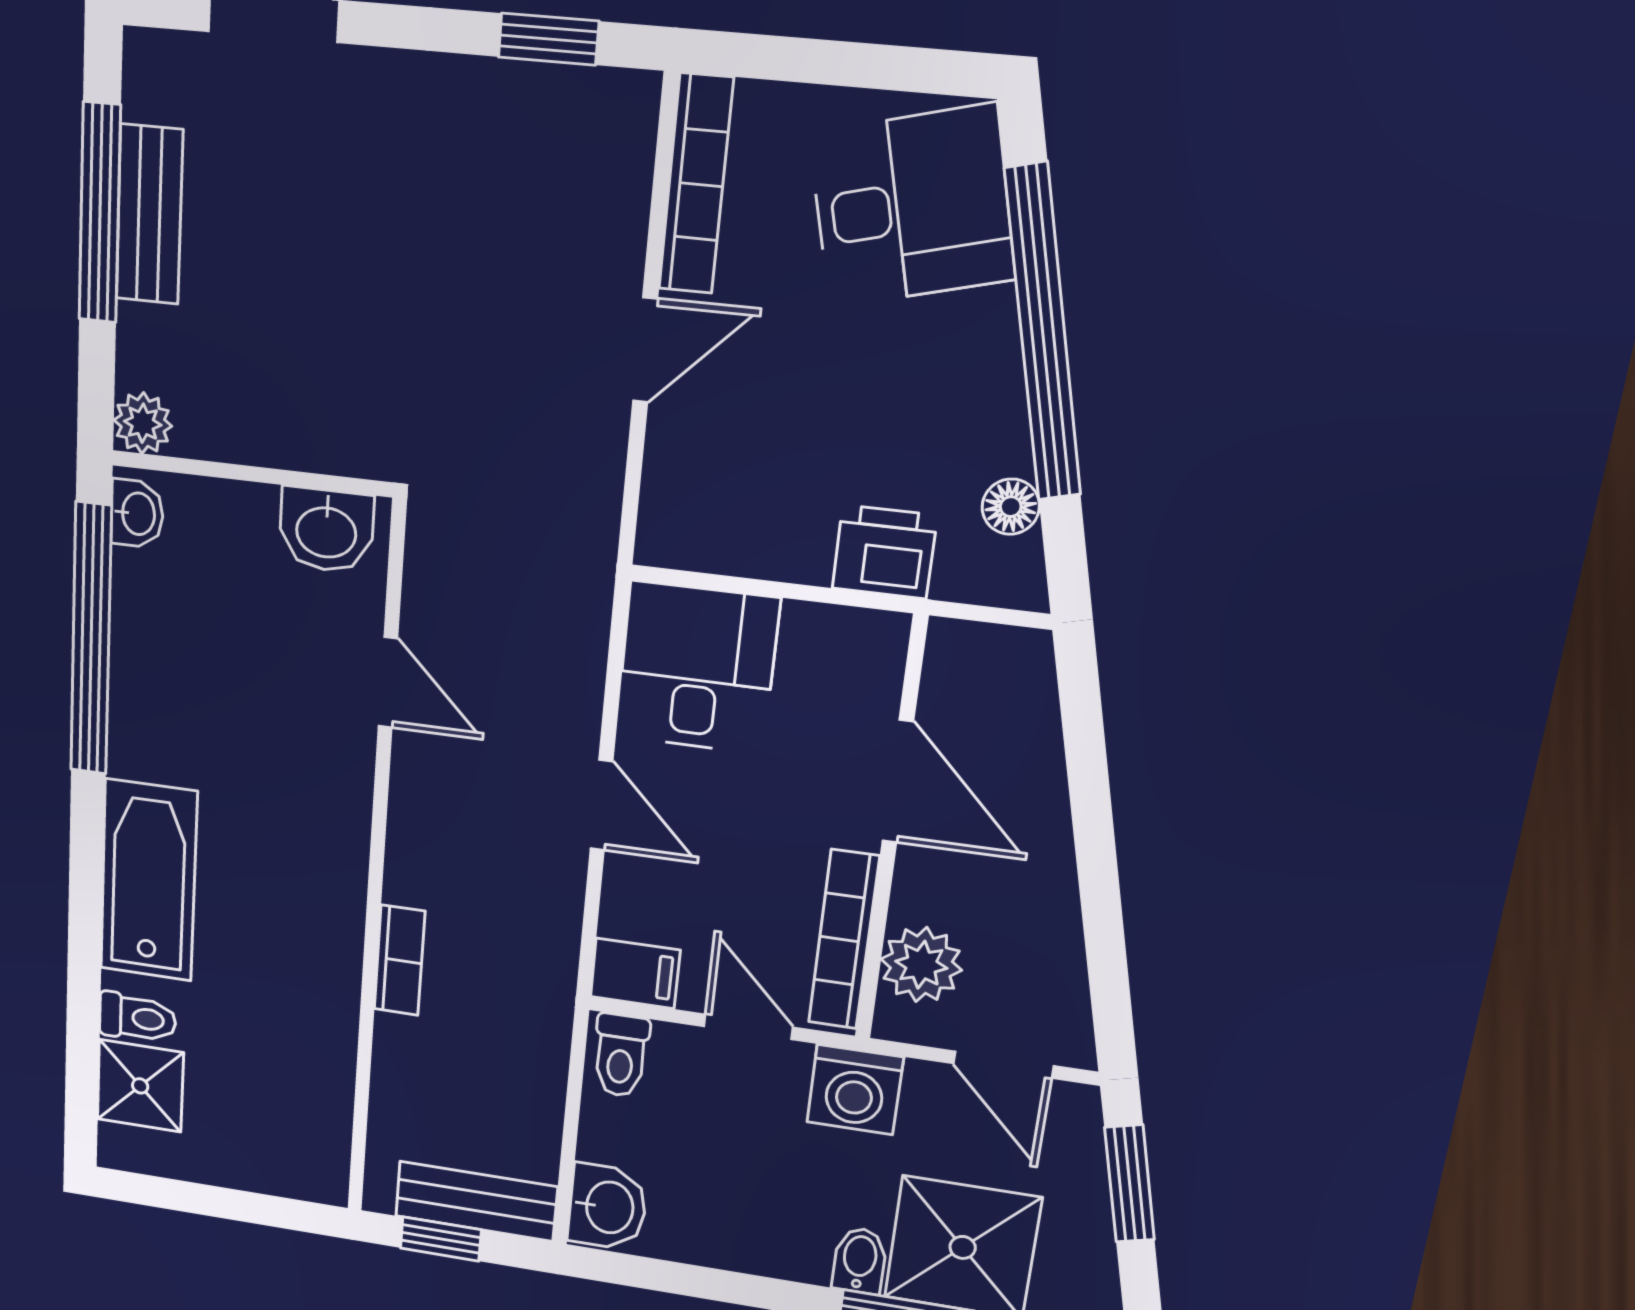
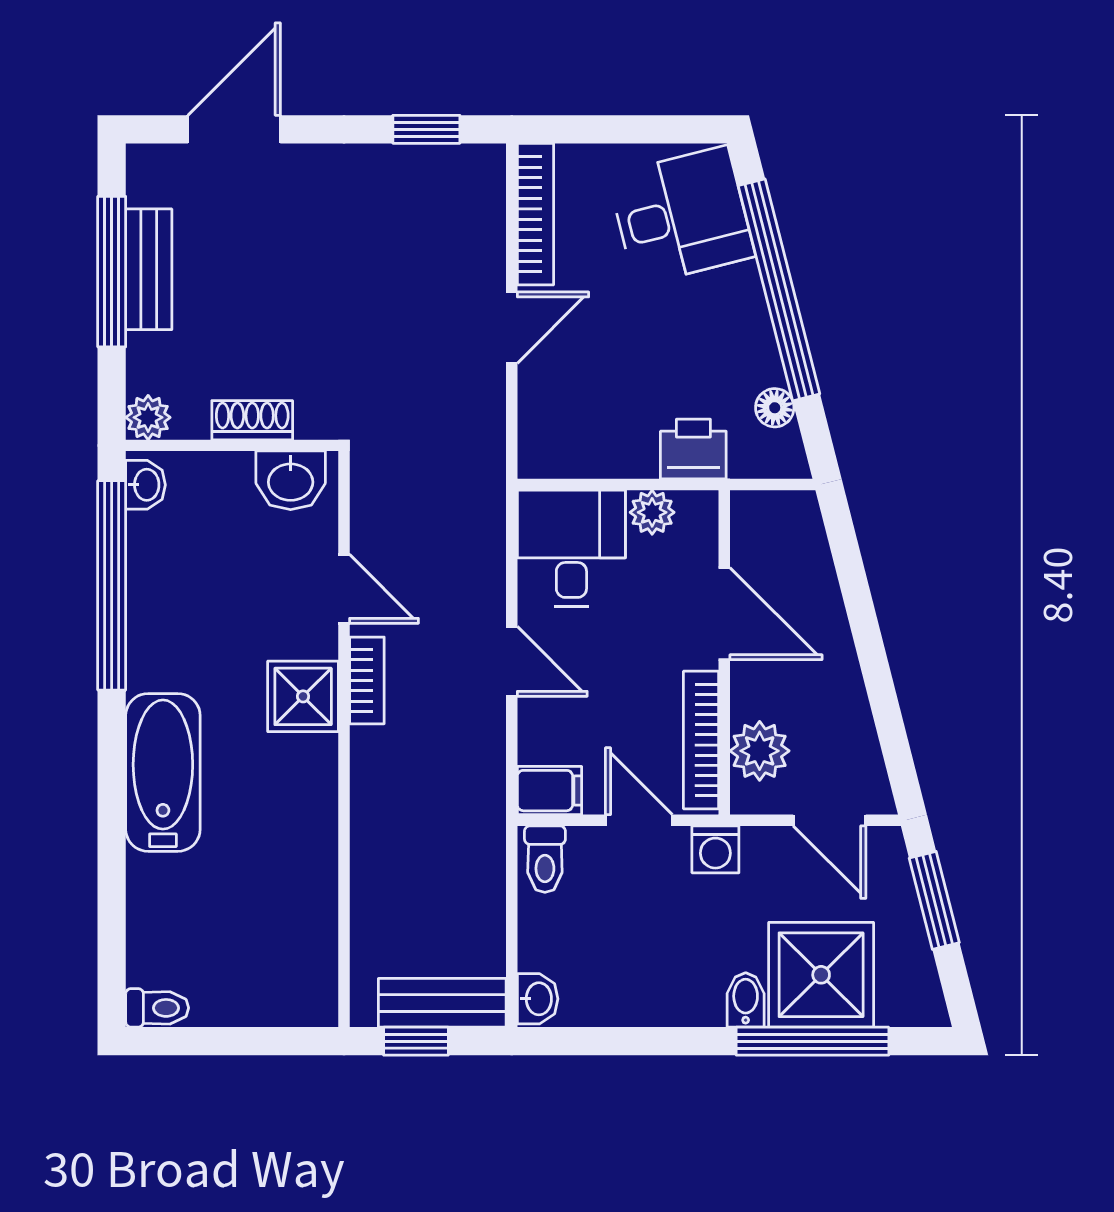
shoe rack: (280, 442) -> (252, 420), added
plant: (815, 633) -> (652, 512), added
bookcase: (399, 960) -> (367, 680), moved
toilet: (138, 1018) -> (157, 1008), moved
shower: (140, 1086) -> (303, 696), moved
washing machine: (855, 1090) -> (715, 849), width x0.73, depth x0.73
washbasin: (608, 1207) -> (538, 999), width x0.72, depth x0.69

